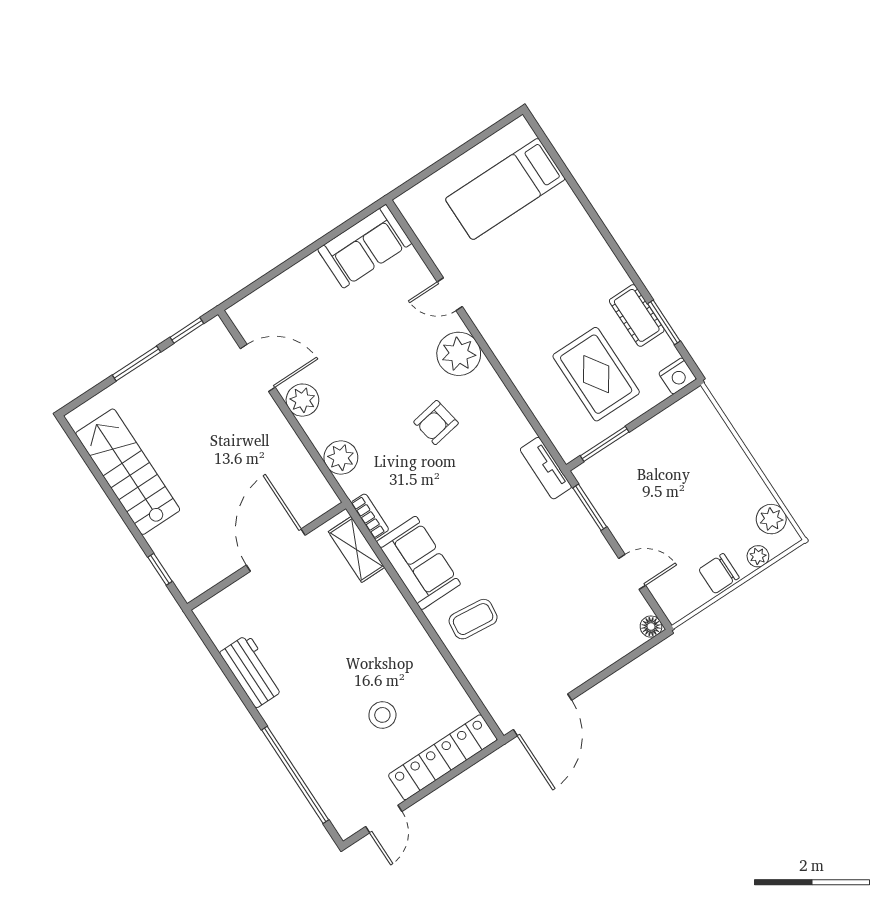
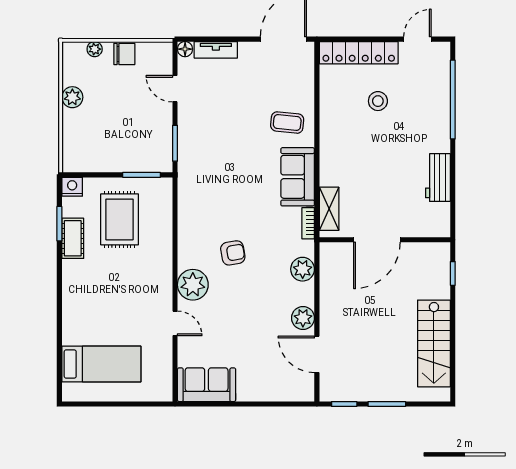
tv unit: (546, 468) -> (216, 50), moved, turned 90
plant: (771, 519) -> (72, 97), moved

